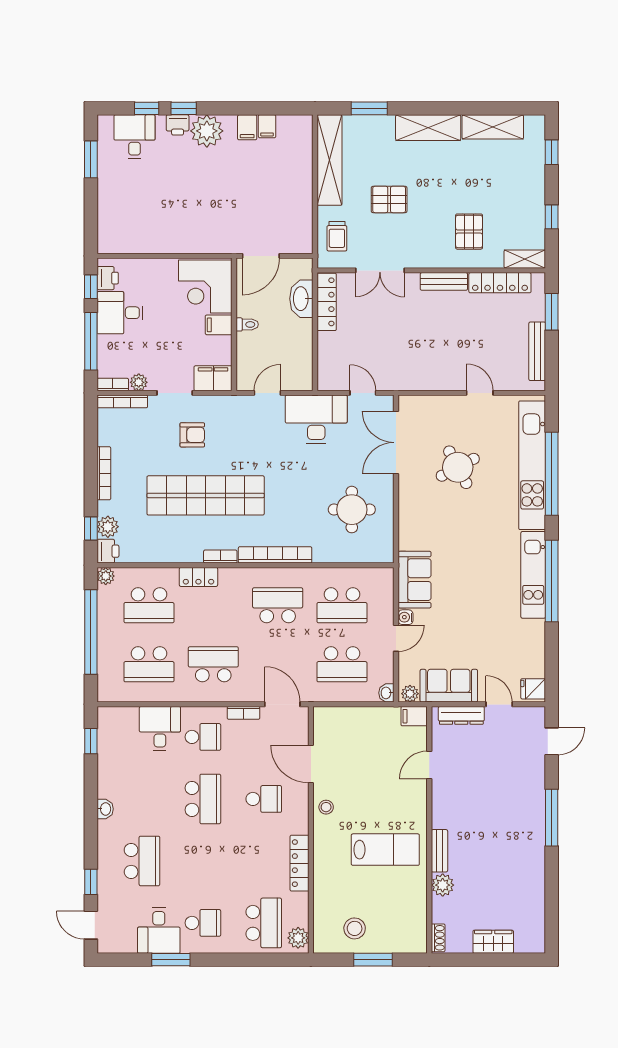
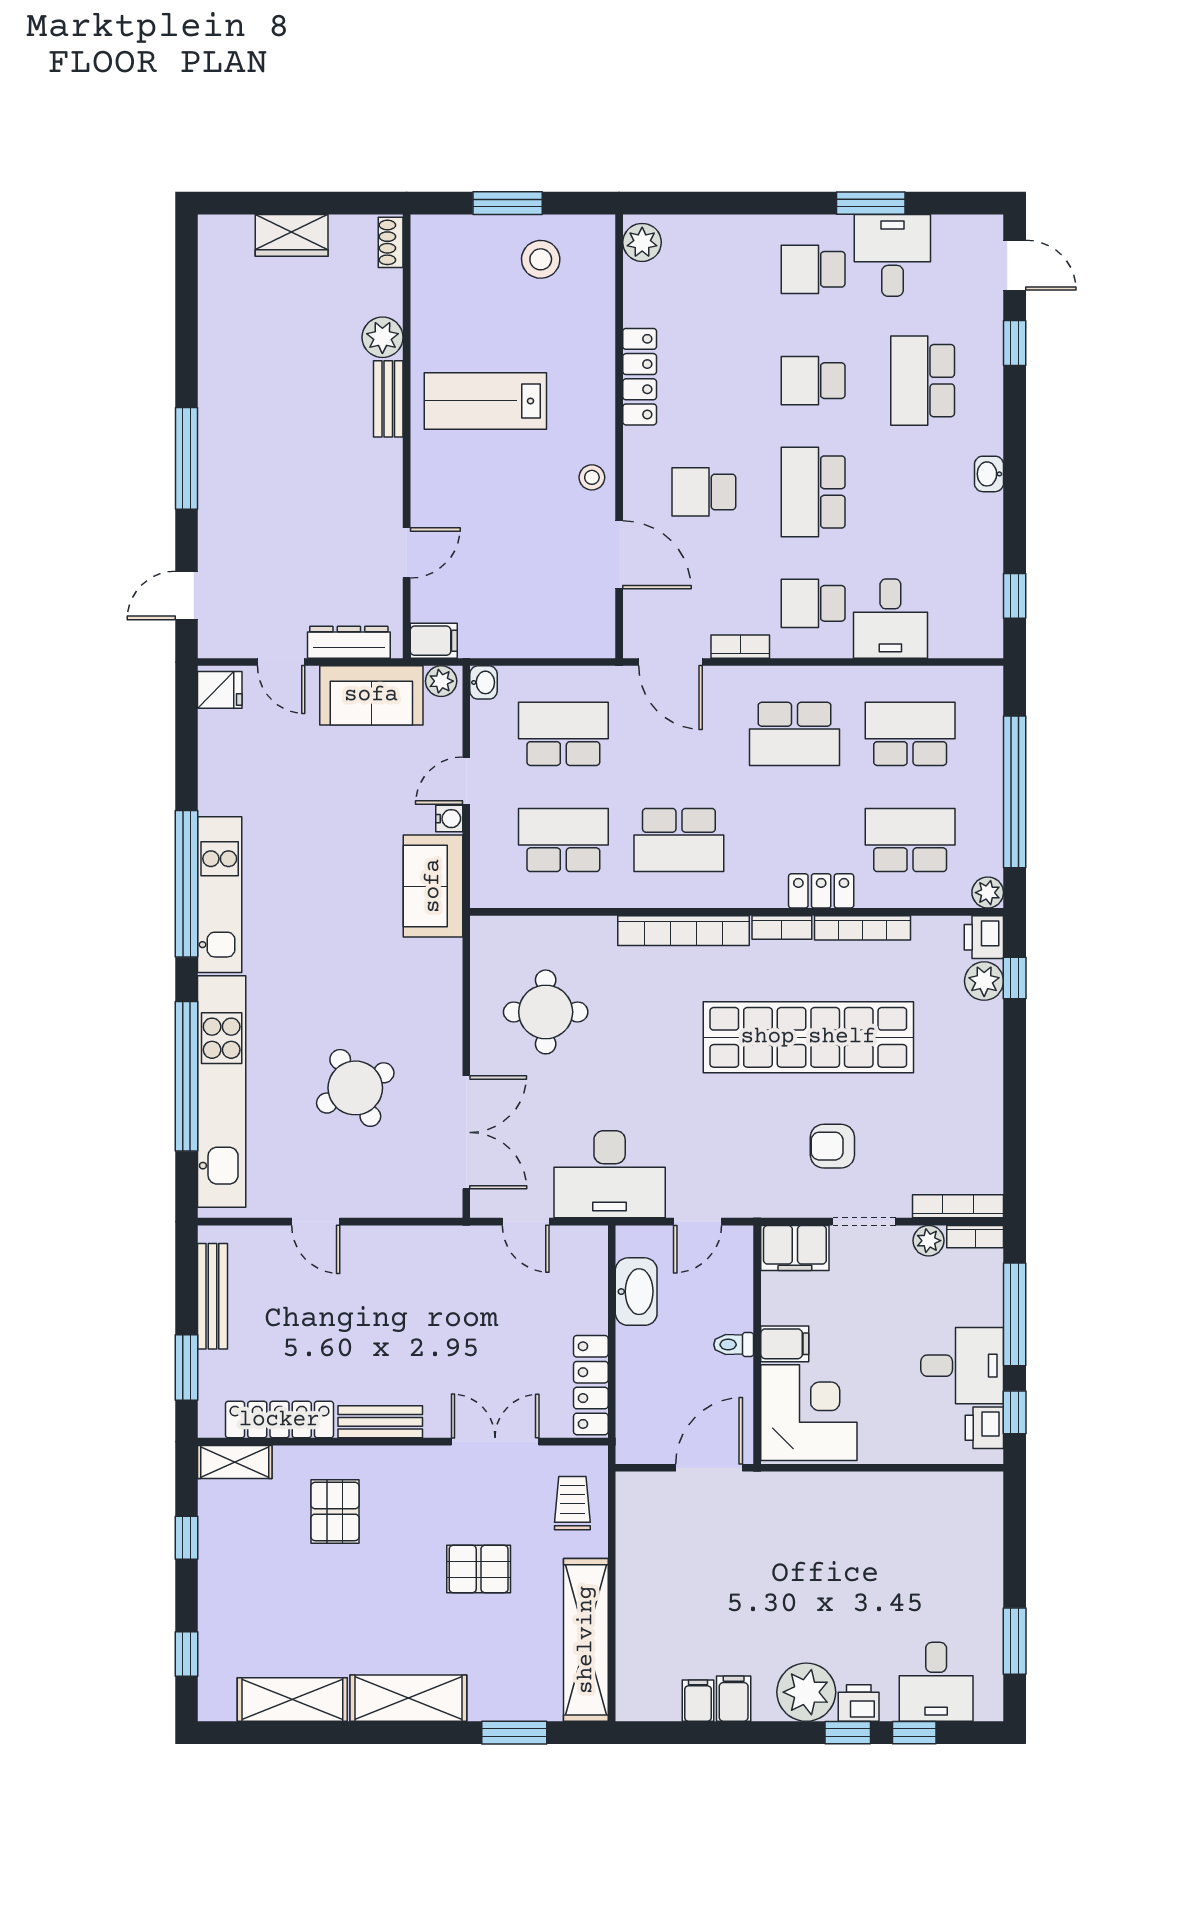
washbasin: (301, 299) -> (636, 1292), moved
bookcase: (104, 473) -> (863, 928), moved, turned -90
school desk: (264, 923) -> (813, 381), moved, width x0.54

